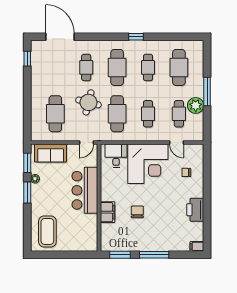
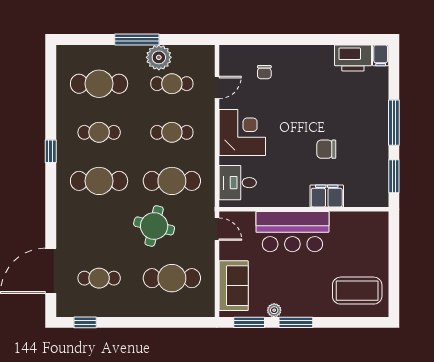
cafe table: (86, 67) -> (99, 278), moved
corner desk: (148, 164) -> (242, 133), width x0.74, depth x0.74
printer: (195, 210) -> (353, 58), moved

